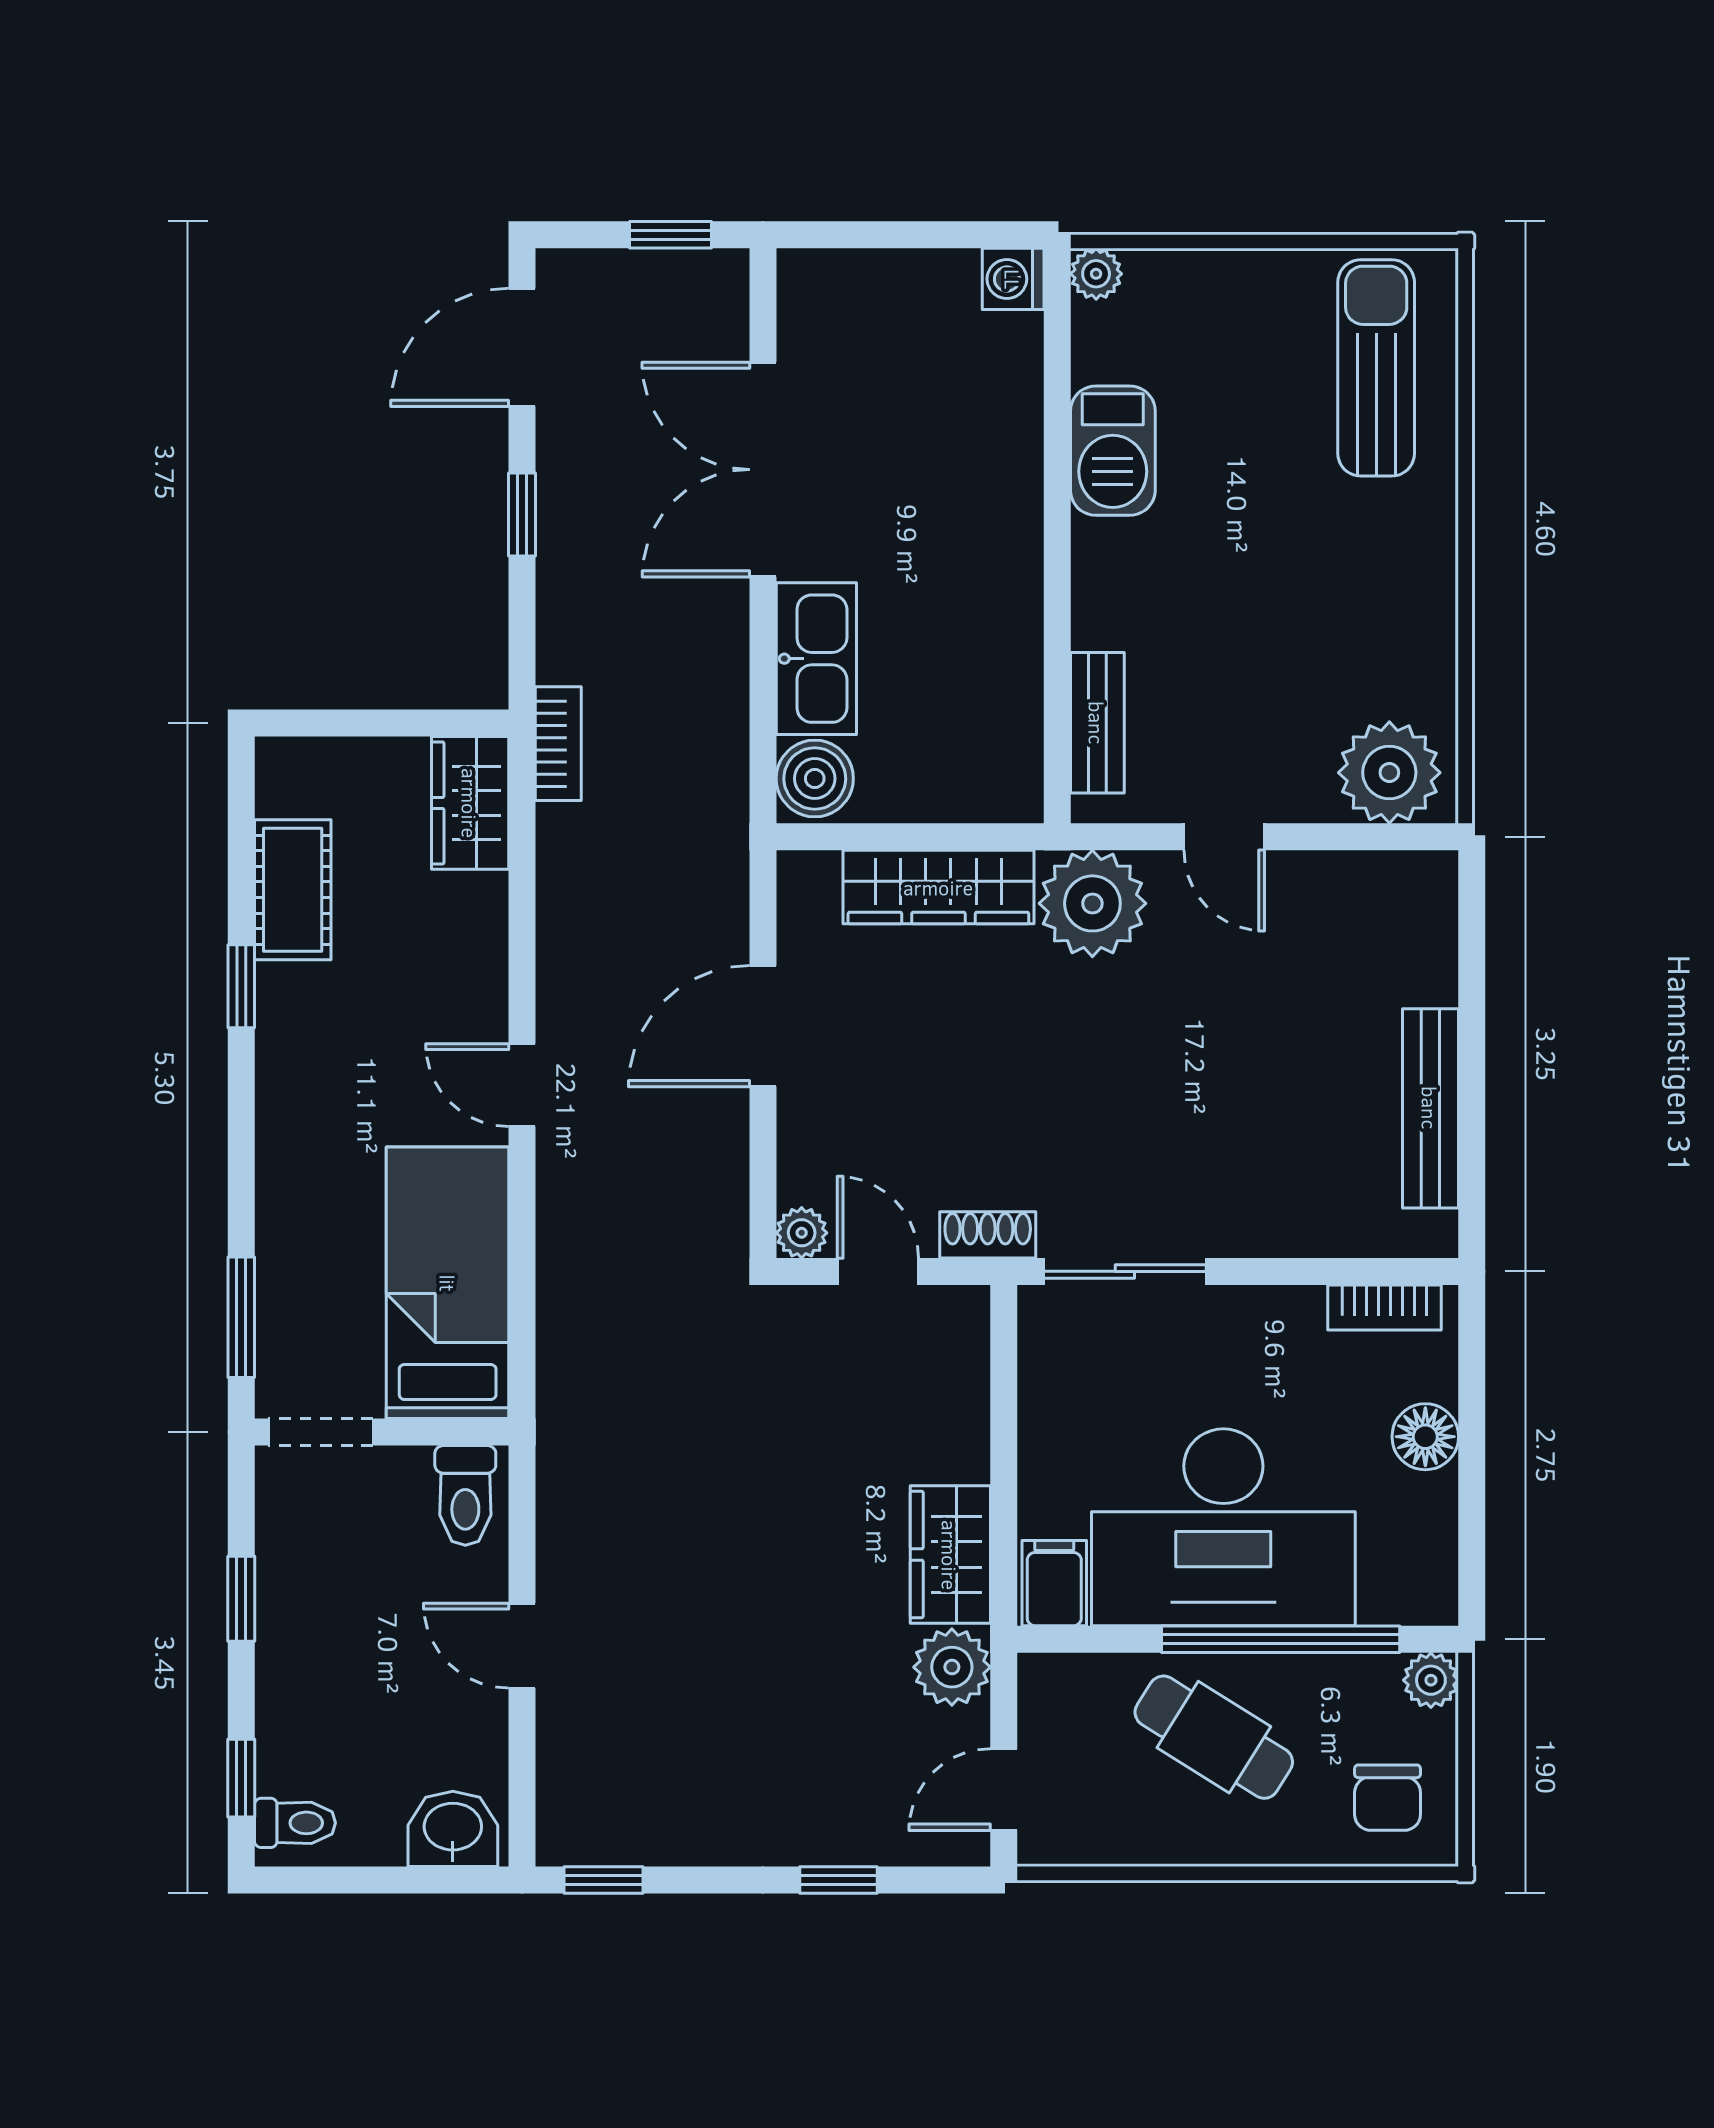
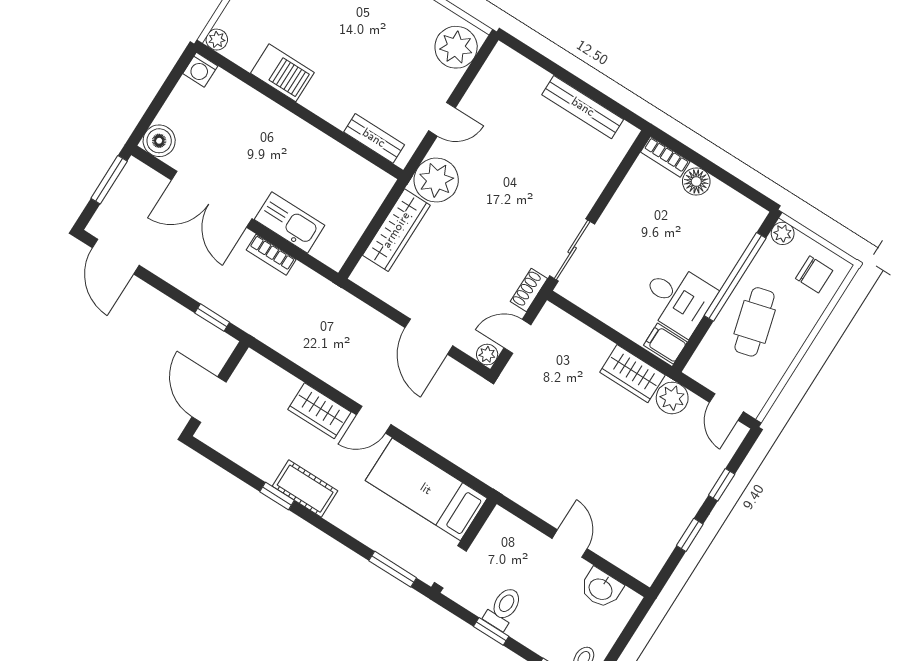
window: (670, 235) -> (109, 180), width x1.50
window: (522, 514) -> (212, 318), moved
door: (351, 723) -> (209, 400), added
bookcase: (558, 744) -> (271, 255), moved, turned 180
boiler: (815, 779) -> (159, 141), moved
wardrobe: (470, 803) -> (319, 411), moved
cot: (293, 890) -> (305, 489), moved
door: (763, 1026) -> (429, 337), moved
bookcase: (1384, 1308) -> (665, 157), moved, turned 90
toilet: (465, 1495) -> (503, 608), moved, turned -90
desk: (1223, 1527) -> (678, 299), width x0.53, depth x0.77
door: (522, 1646) -> (570, 544), swing flipped
cafe table: (1214, 1737) -> (755, 322), turned -47
washbasin: (453, 1829) -> (601, 588), moved, turned -90
window: (604, 1880) -> (690, 535), moved

